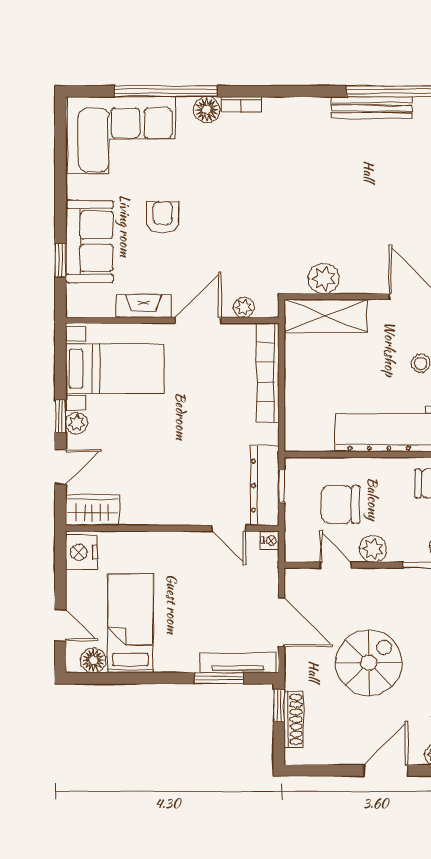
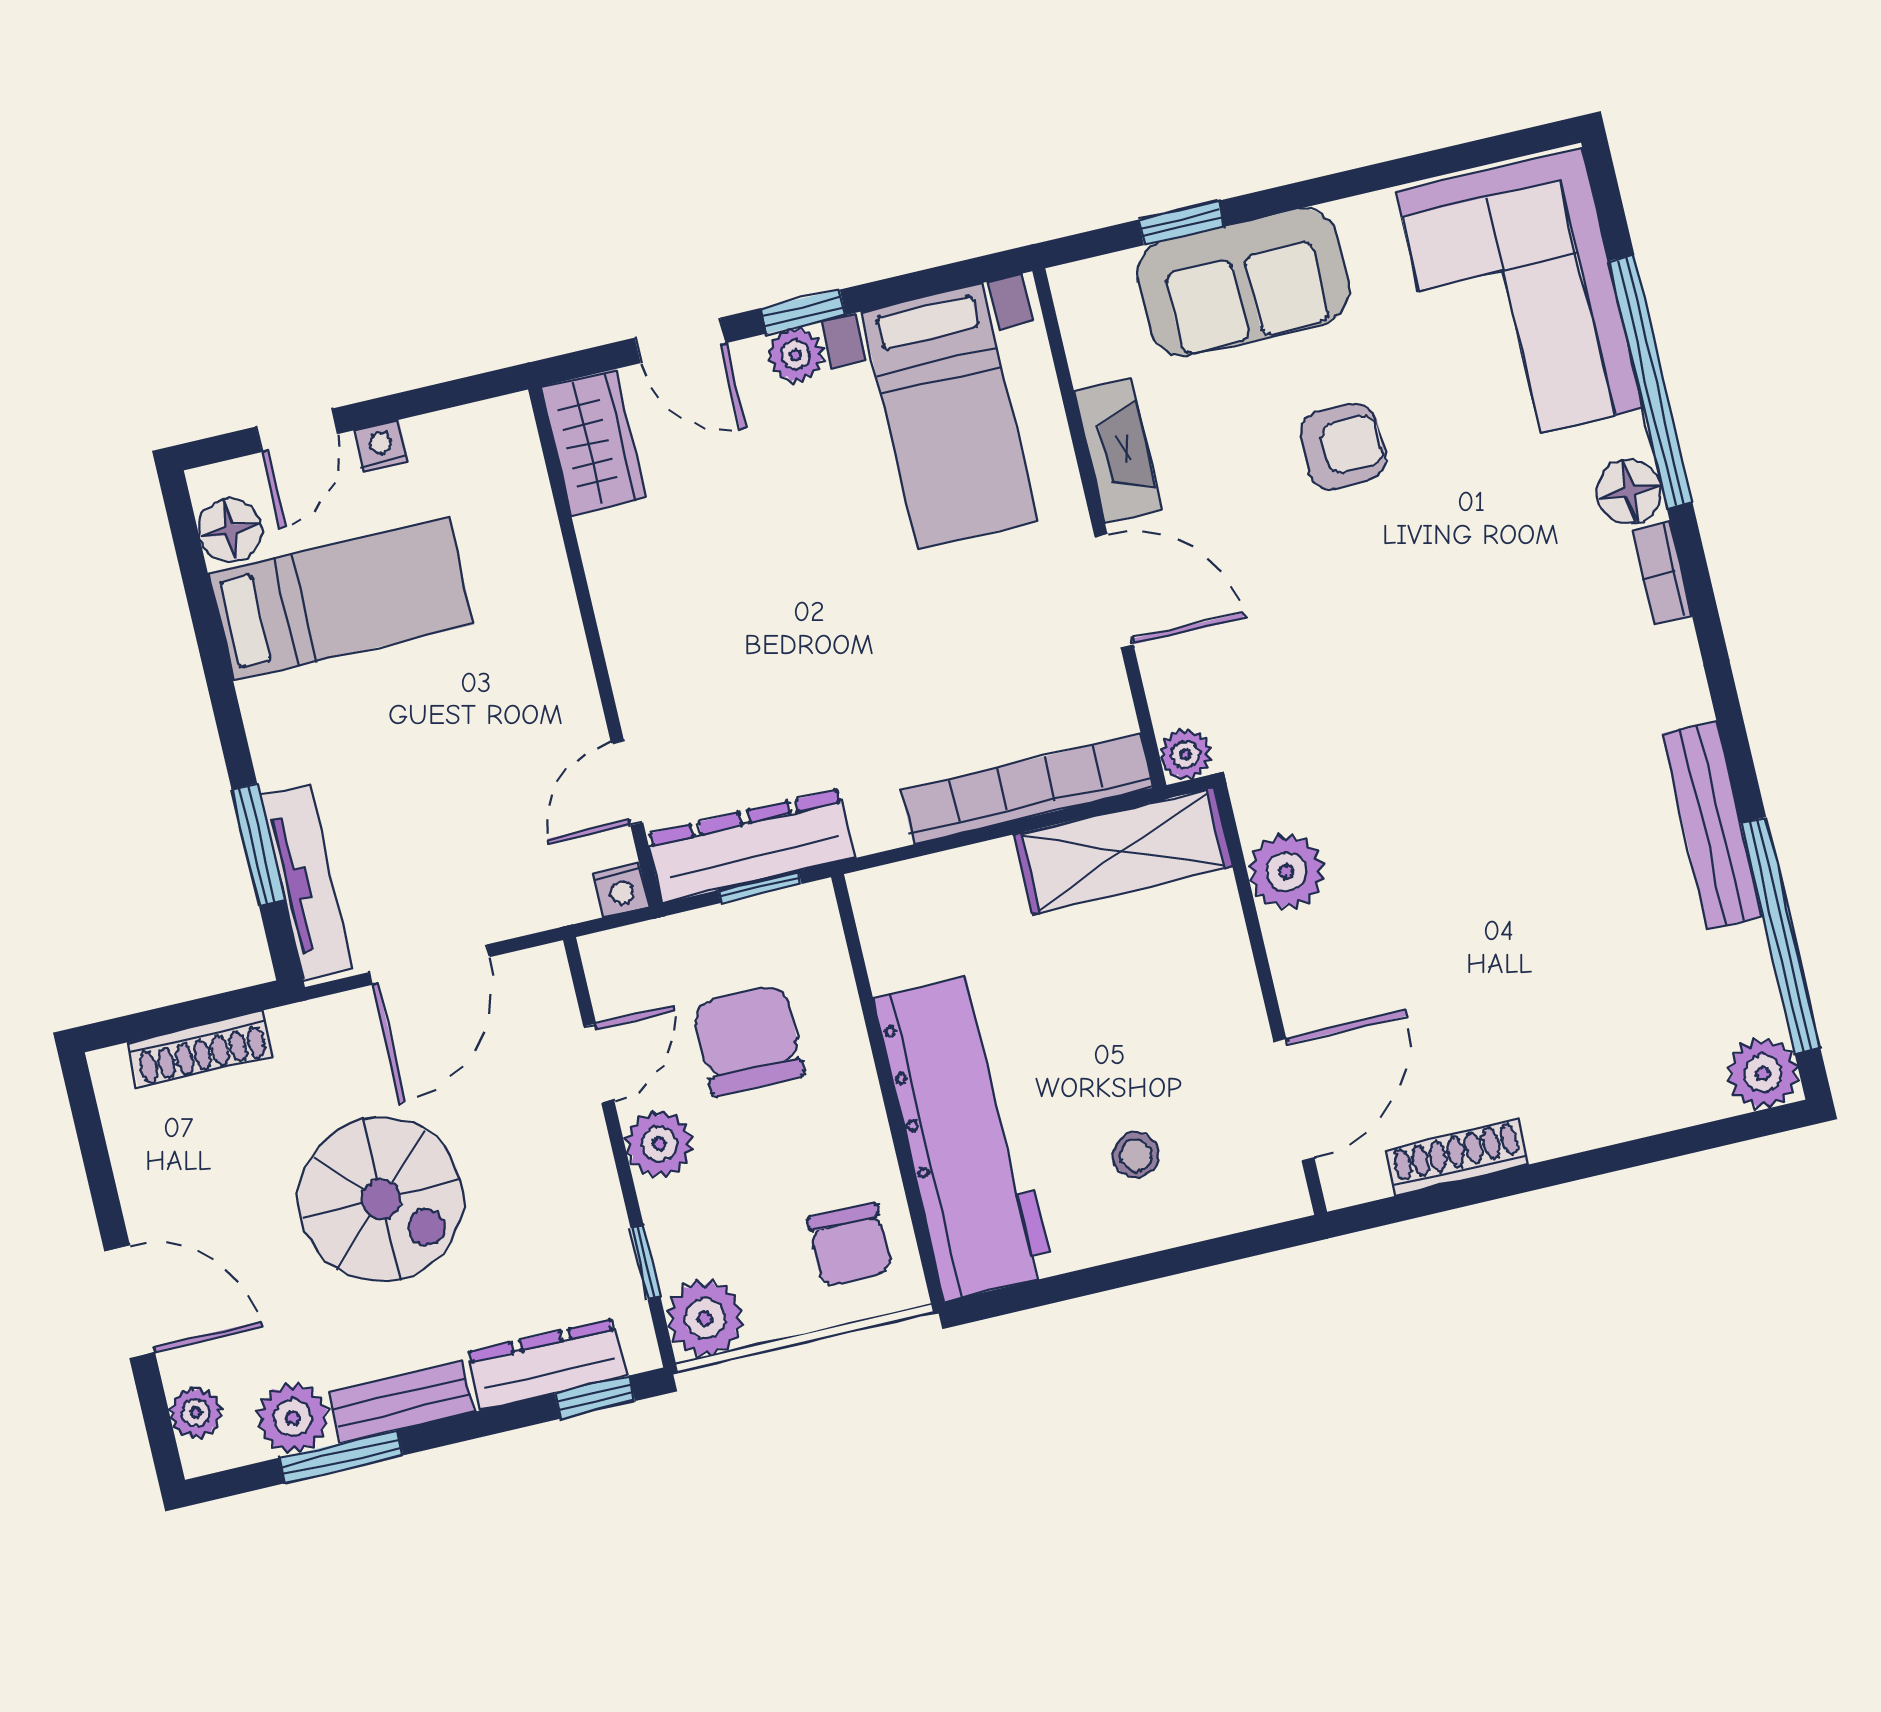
bench: (372, 108) -> (1712, 825), moved
plant: (244, 307) -> (1185, 754), moved
shelving: (325, 316) -> (1123, 851), moved, turned 90
nightstand: (81, 552) -> (381, 446), moved, width x0.53, depth x0.56
window: (279, 706) -> (226, 1006), removed

